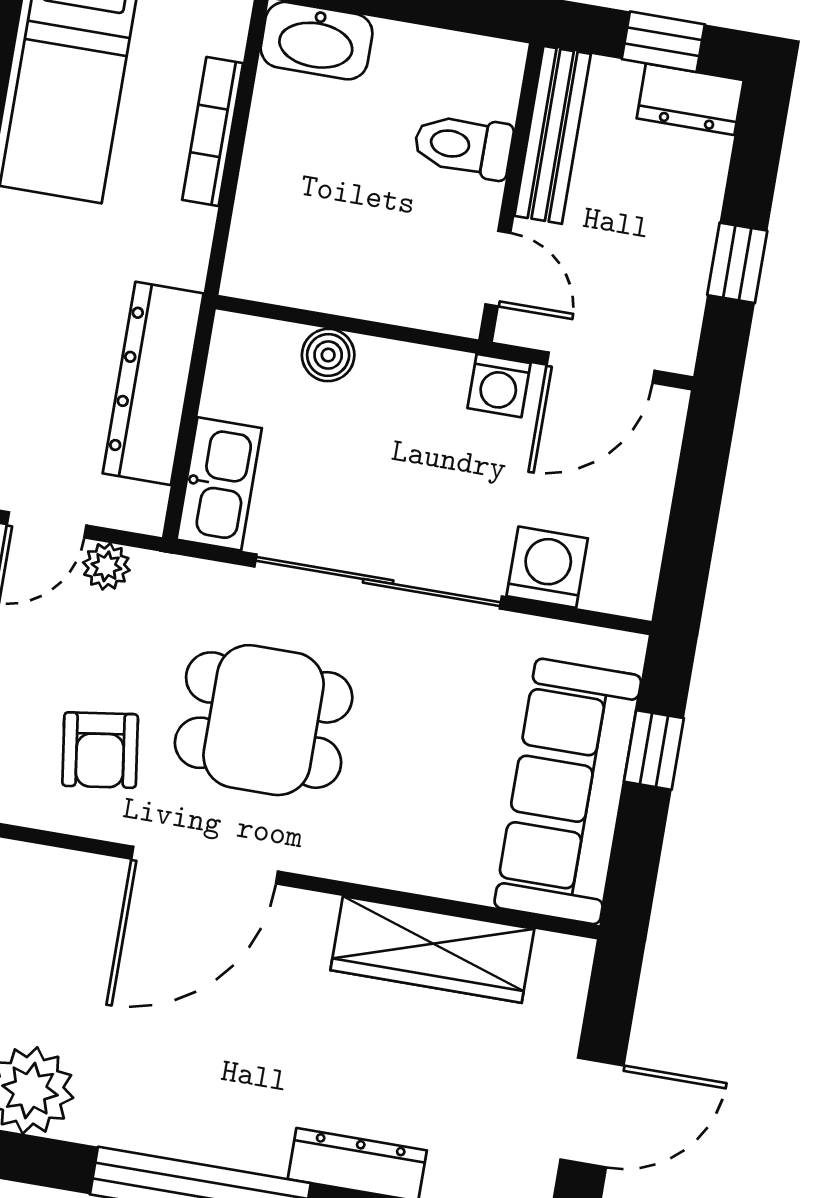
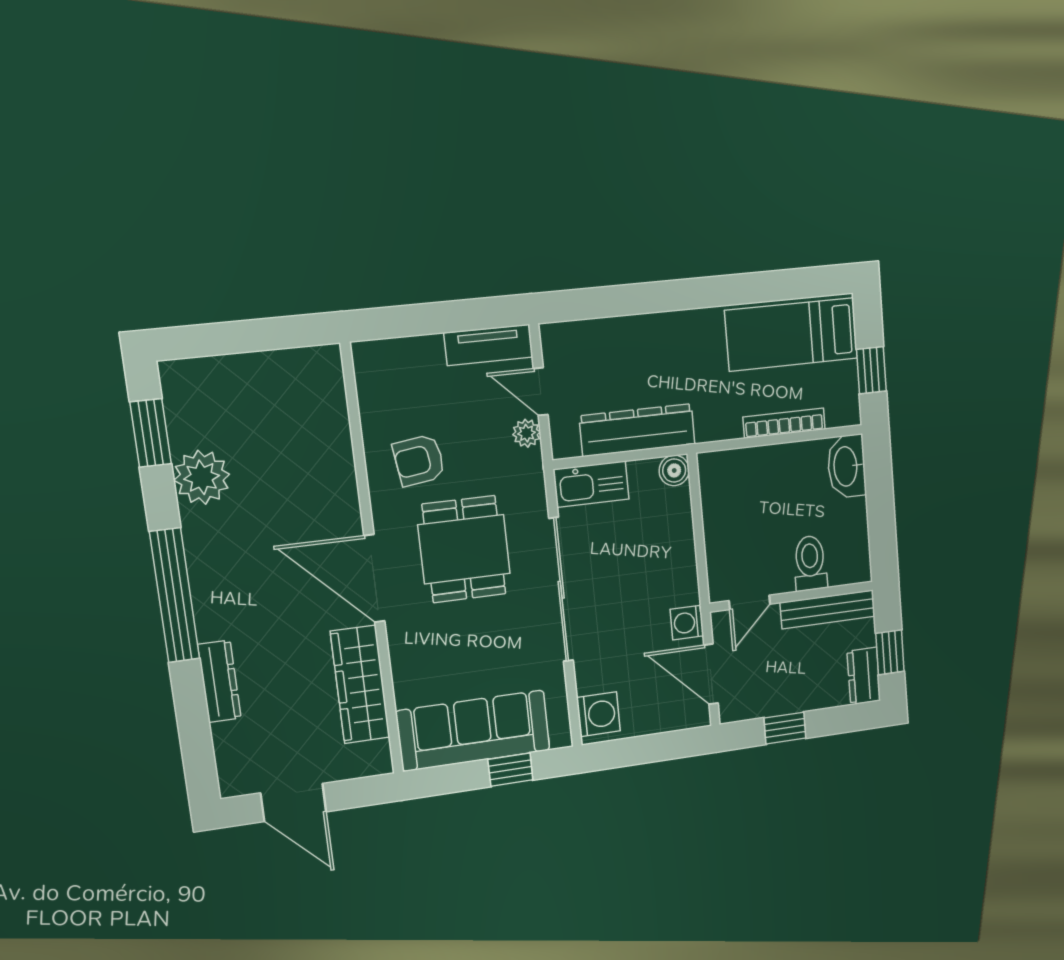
boiler: (328, 355) -> (674, 470), moved
washing machine: (547, 567) -> (598, 714), moved
door: (205, 865) -> (374, 578), moved

